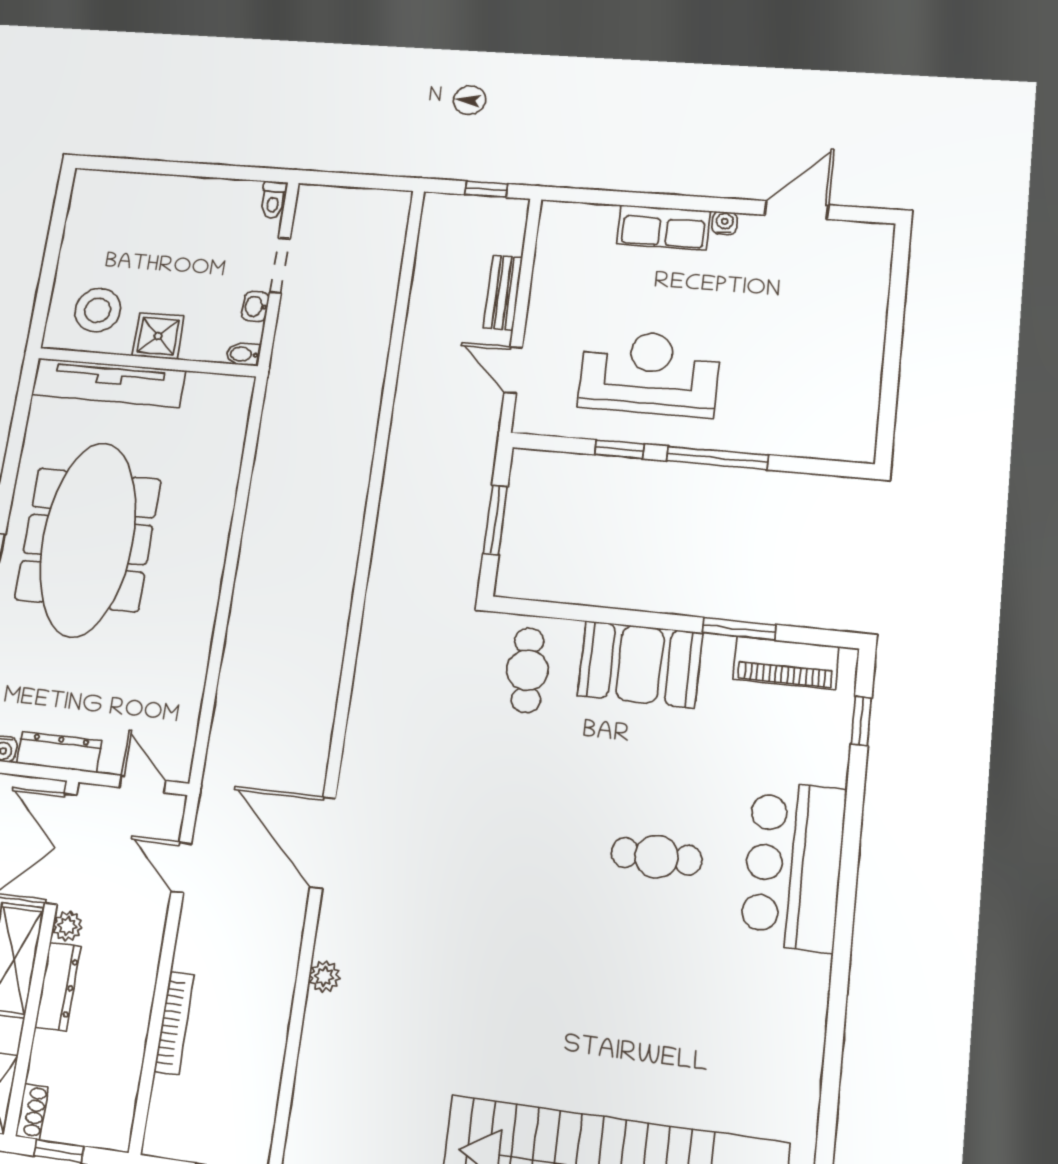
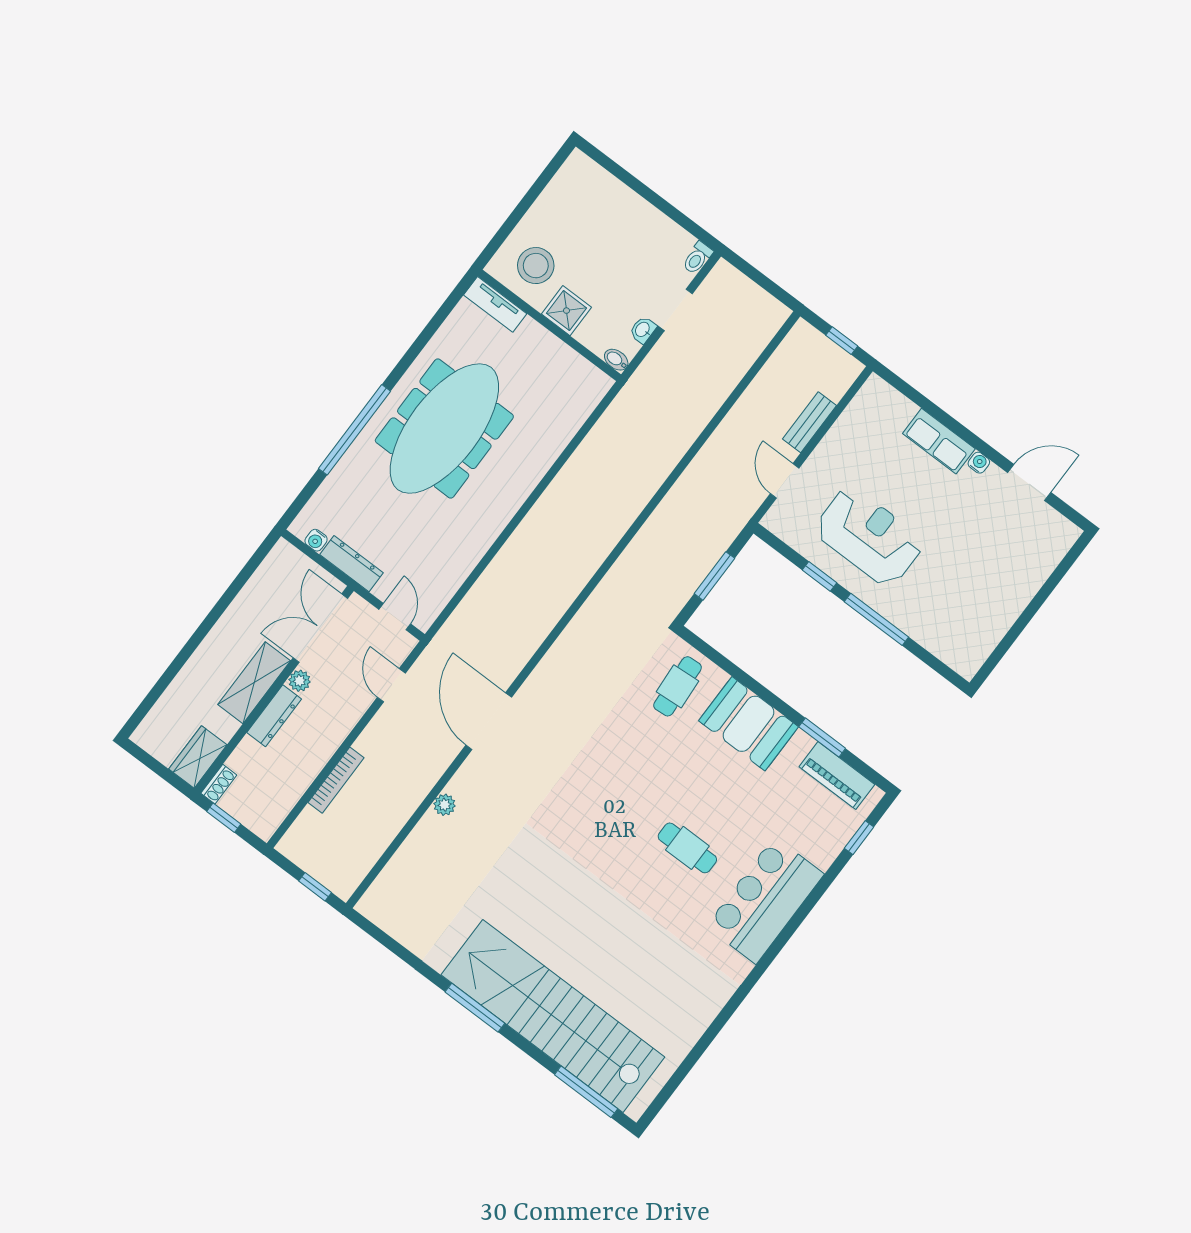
tv unit: (109, 383) -> (495, 304), width x0.52, depth x0.78

